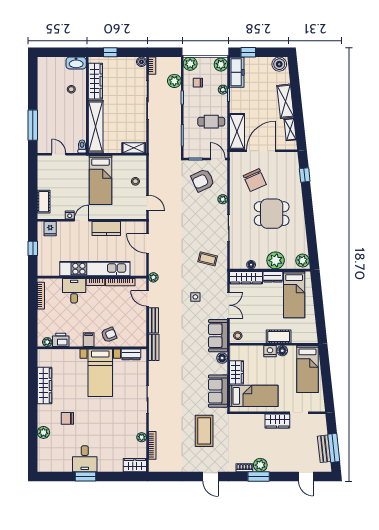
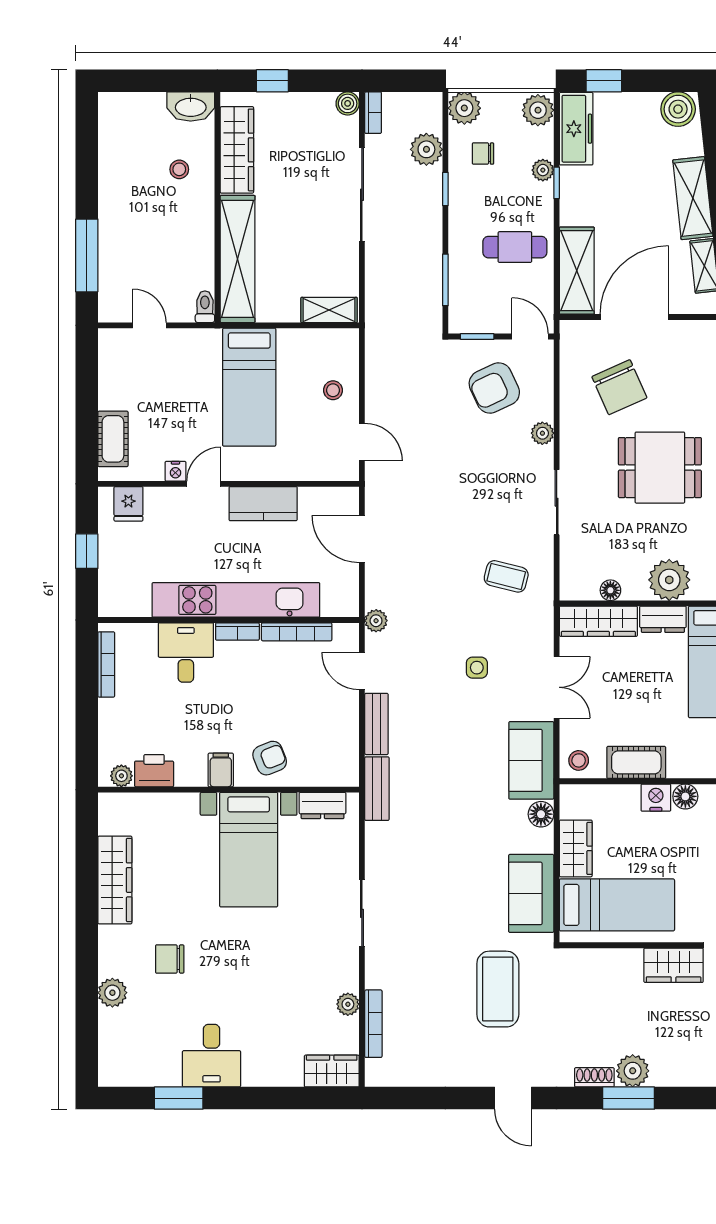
cot: (279, 336) -> (636, 762), moved
window: (86, 476) -> (179, 1098), moved

